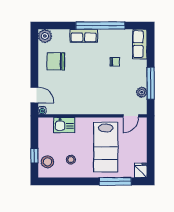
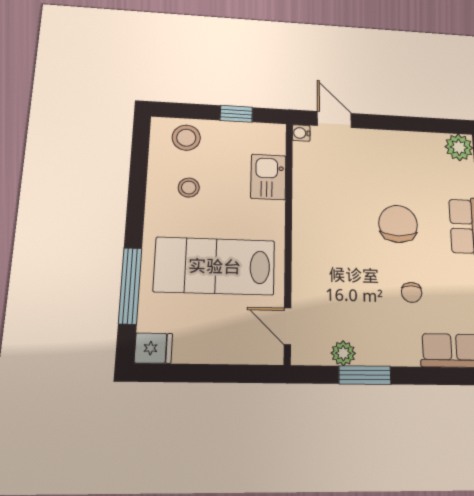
chair: (56, 61) -> (398, 224), moved
window: (151, 83) -> (365, 375), width x0.69
door: (34, 95) -> (334, 120), swing flipped
window: (34, 156) -> (236, 114), moved

